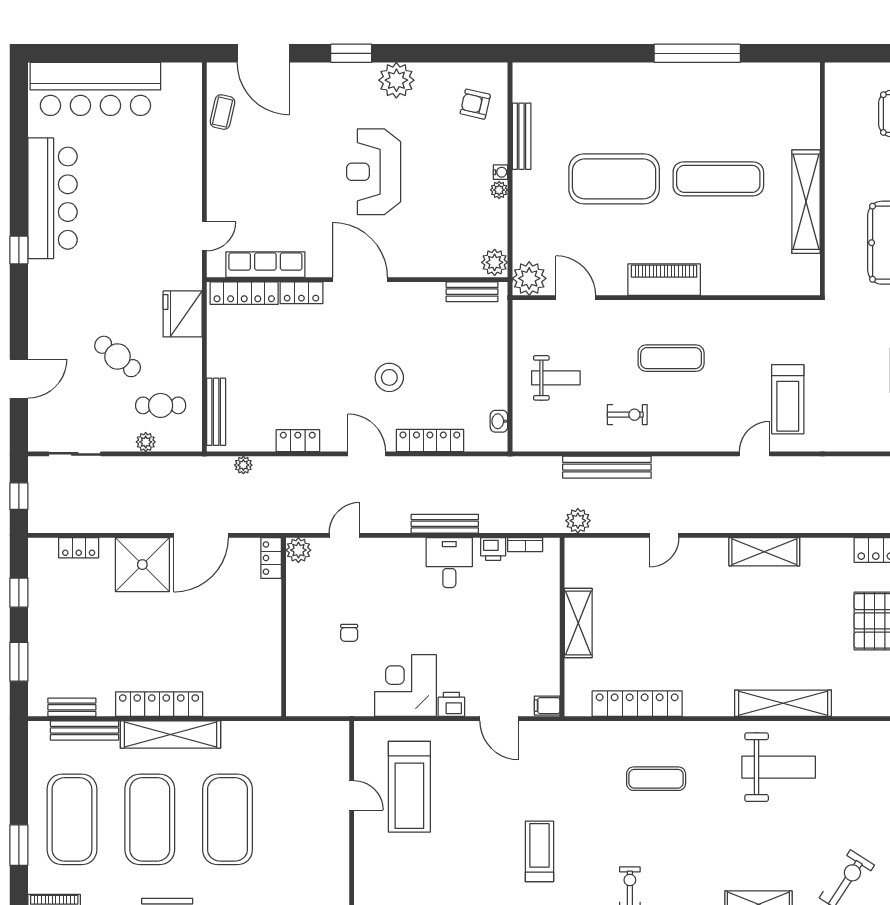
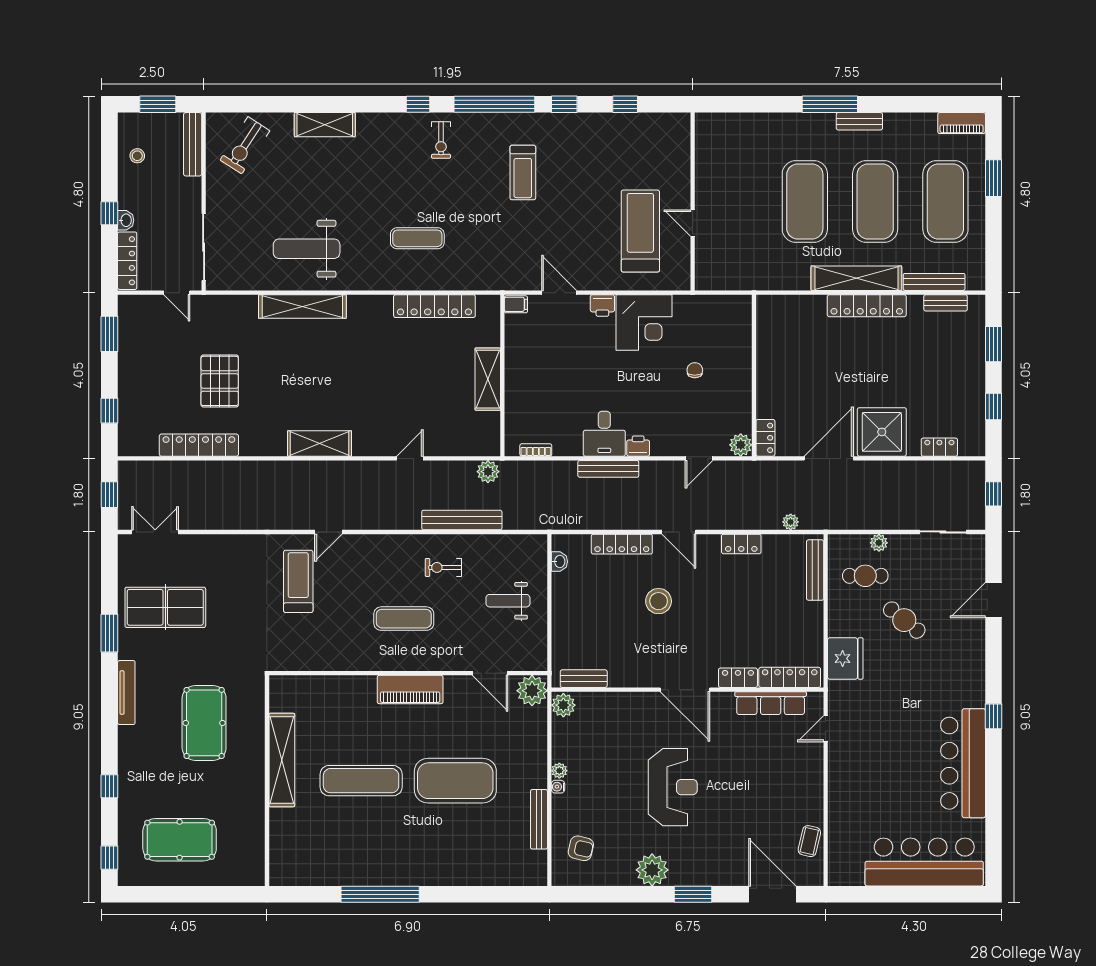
printer: (493, 549) -> (638, 446), moved

